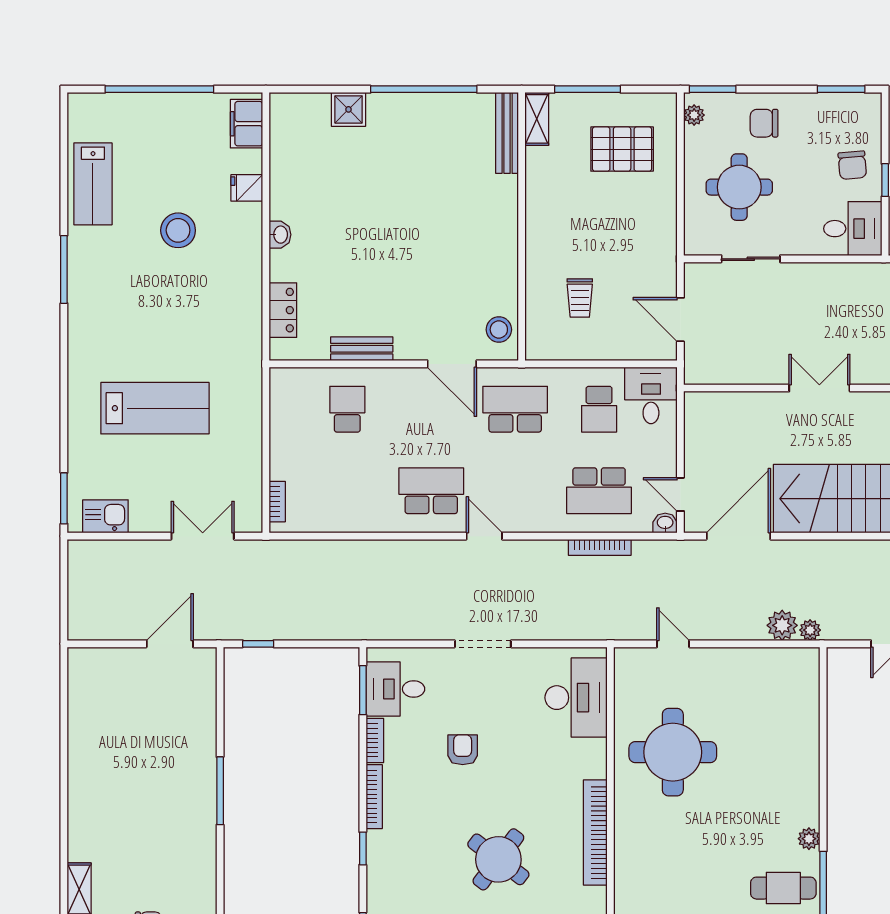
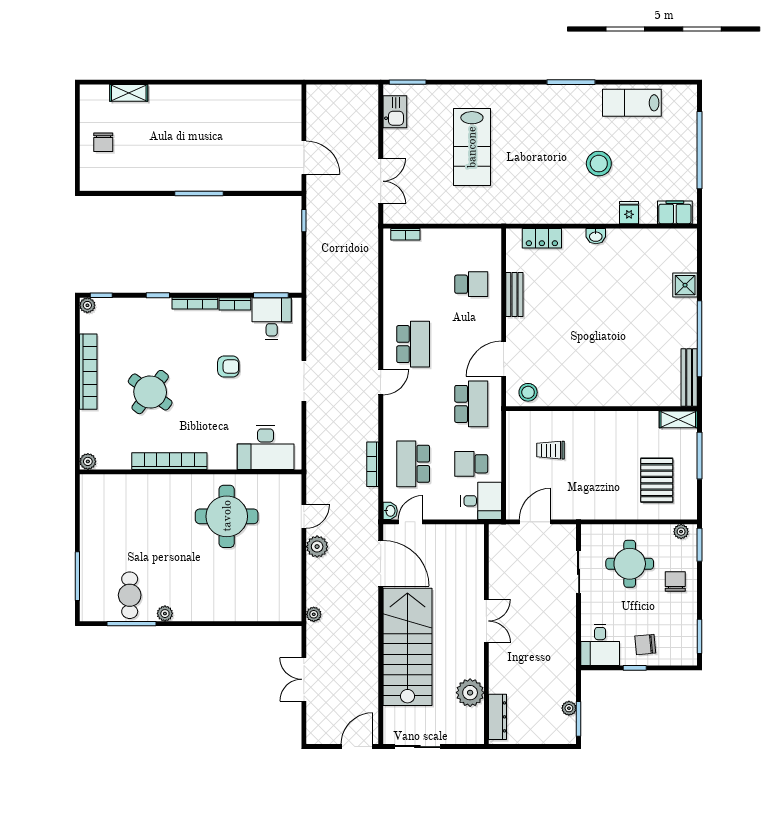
bench: (507, 133) -> (689, 377), moved, turned 90
plant: (782, 625) -> (317, 547), moved

